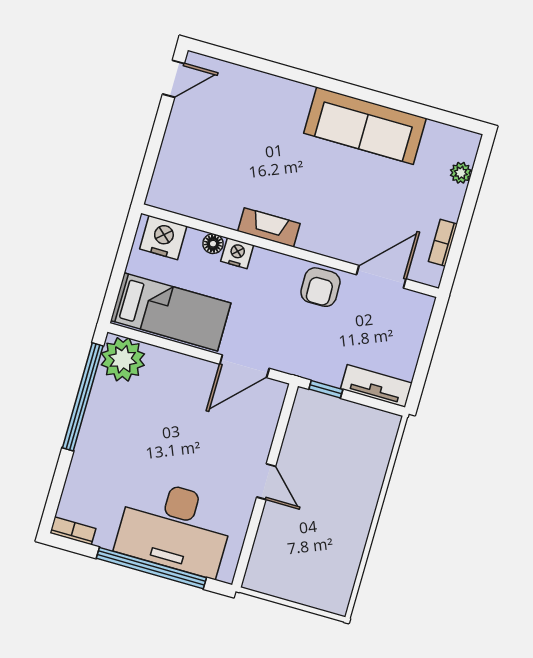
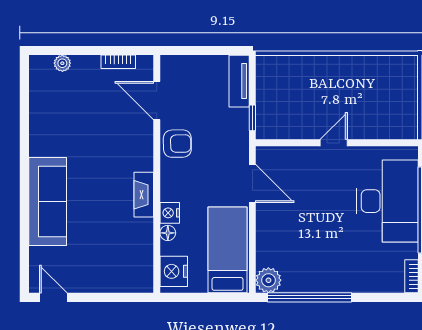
sofa: (365, 126) -> (48, 201), moved
plant: (123, 359) -> (268, 280), width x0.73, depth x0.73

